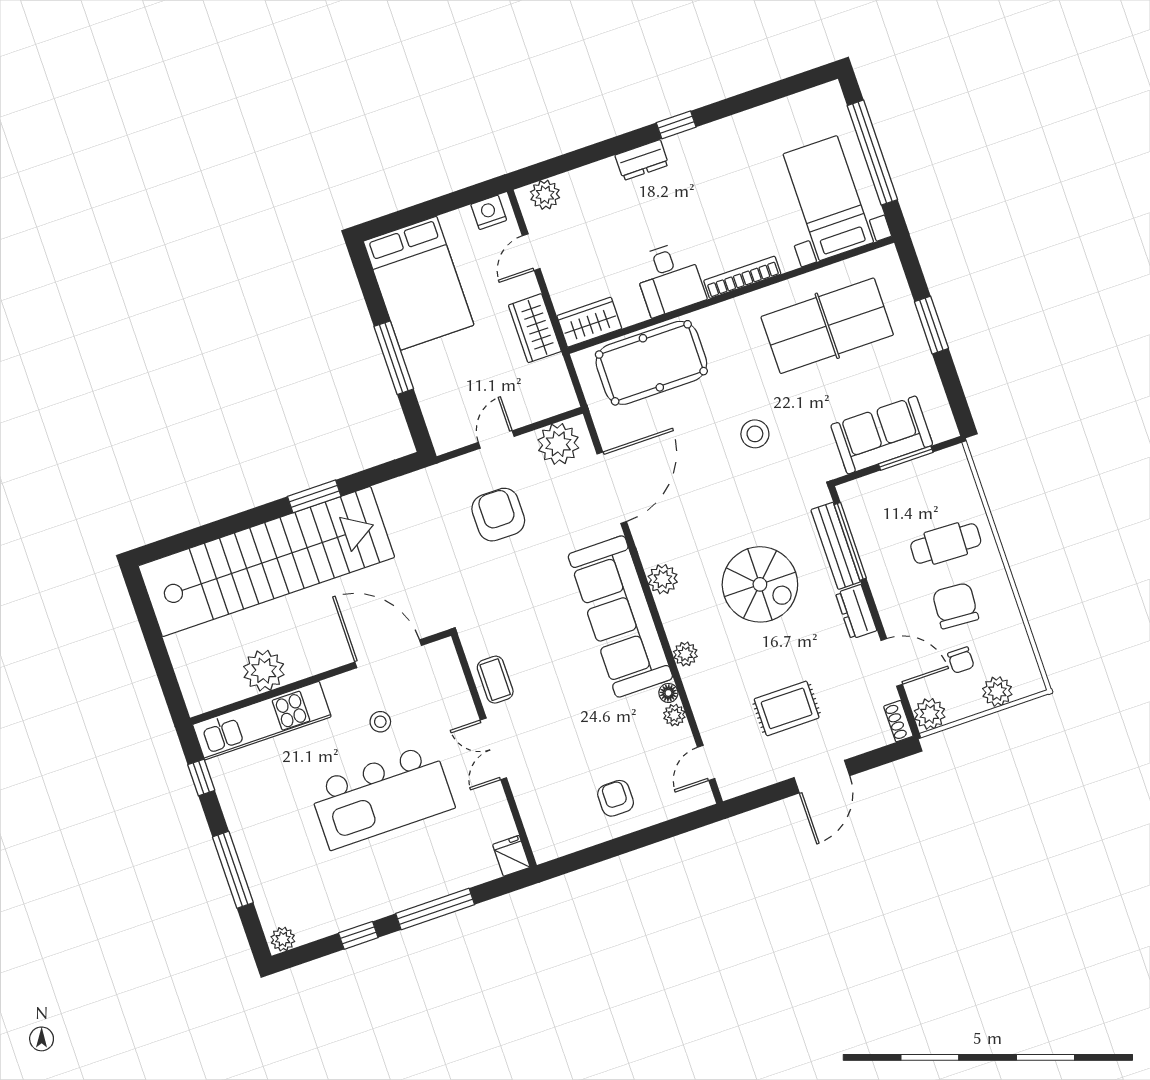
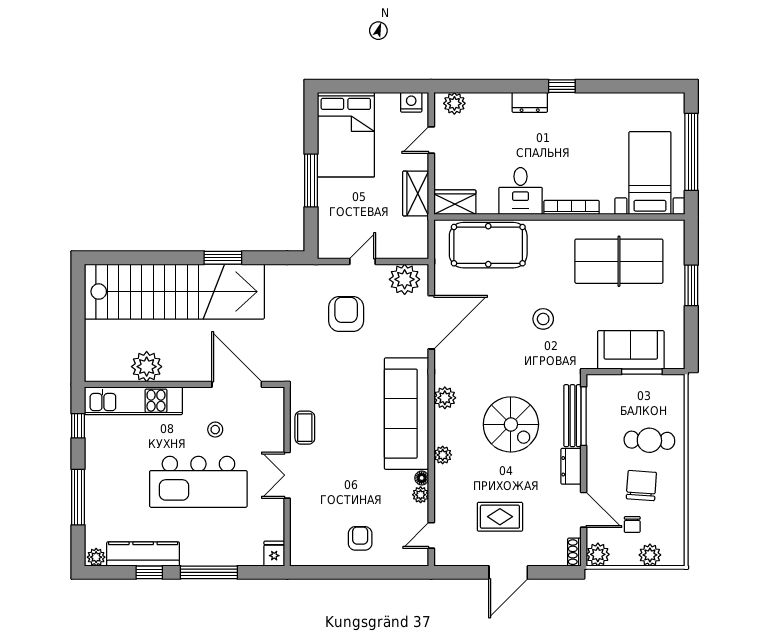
kitchen counter: (342, 914) -> (143, 554), added

